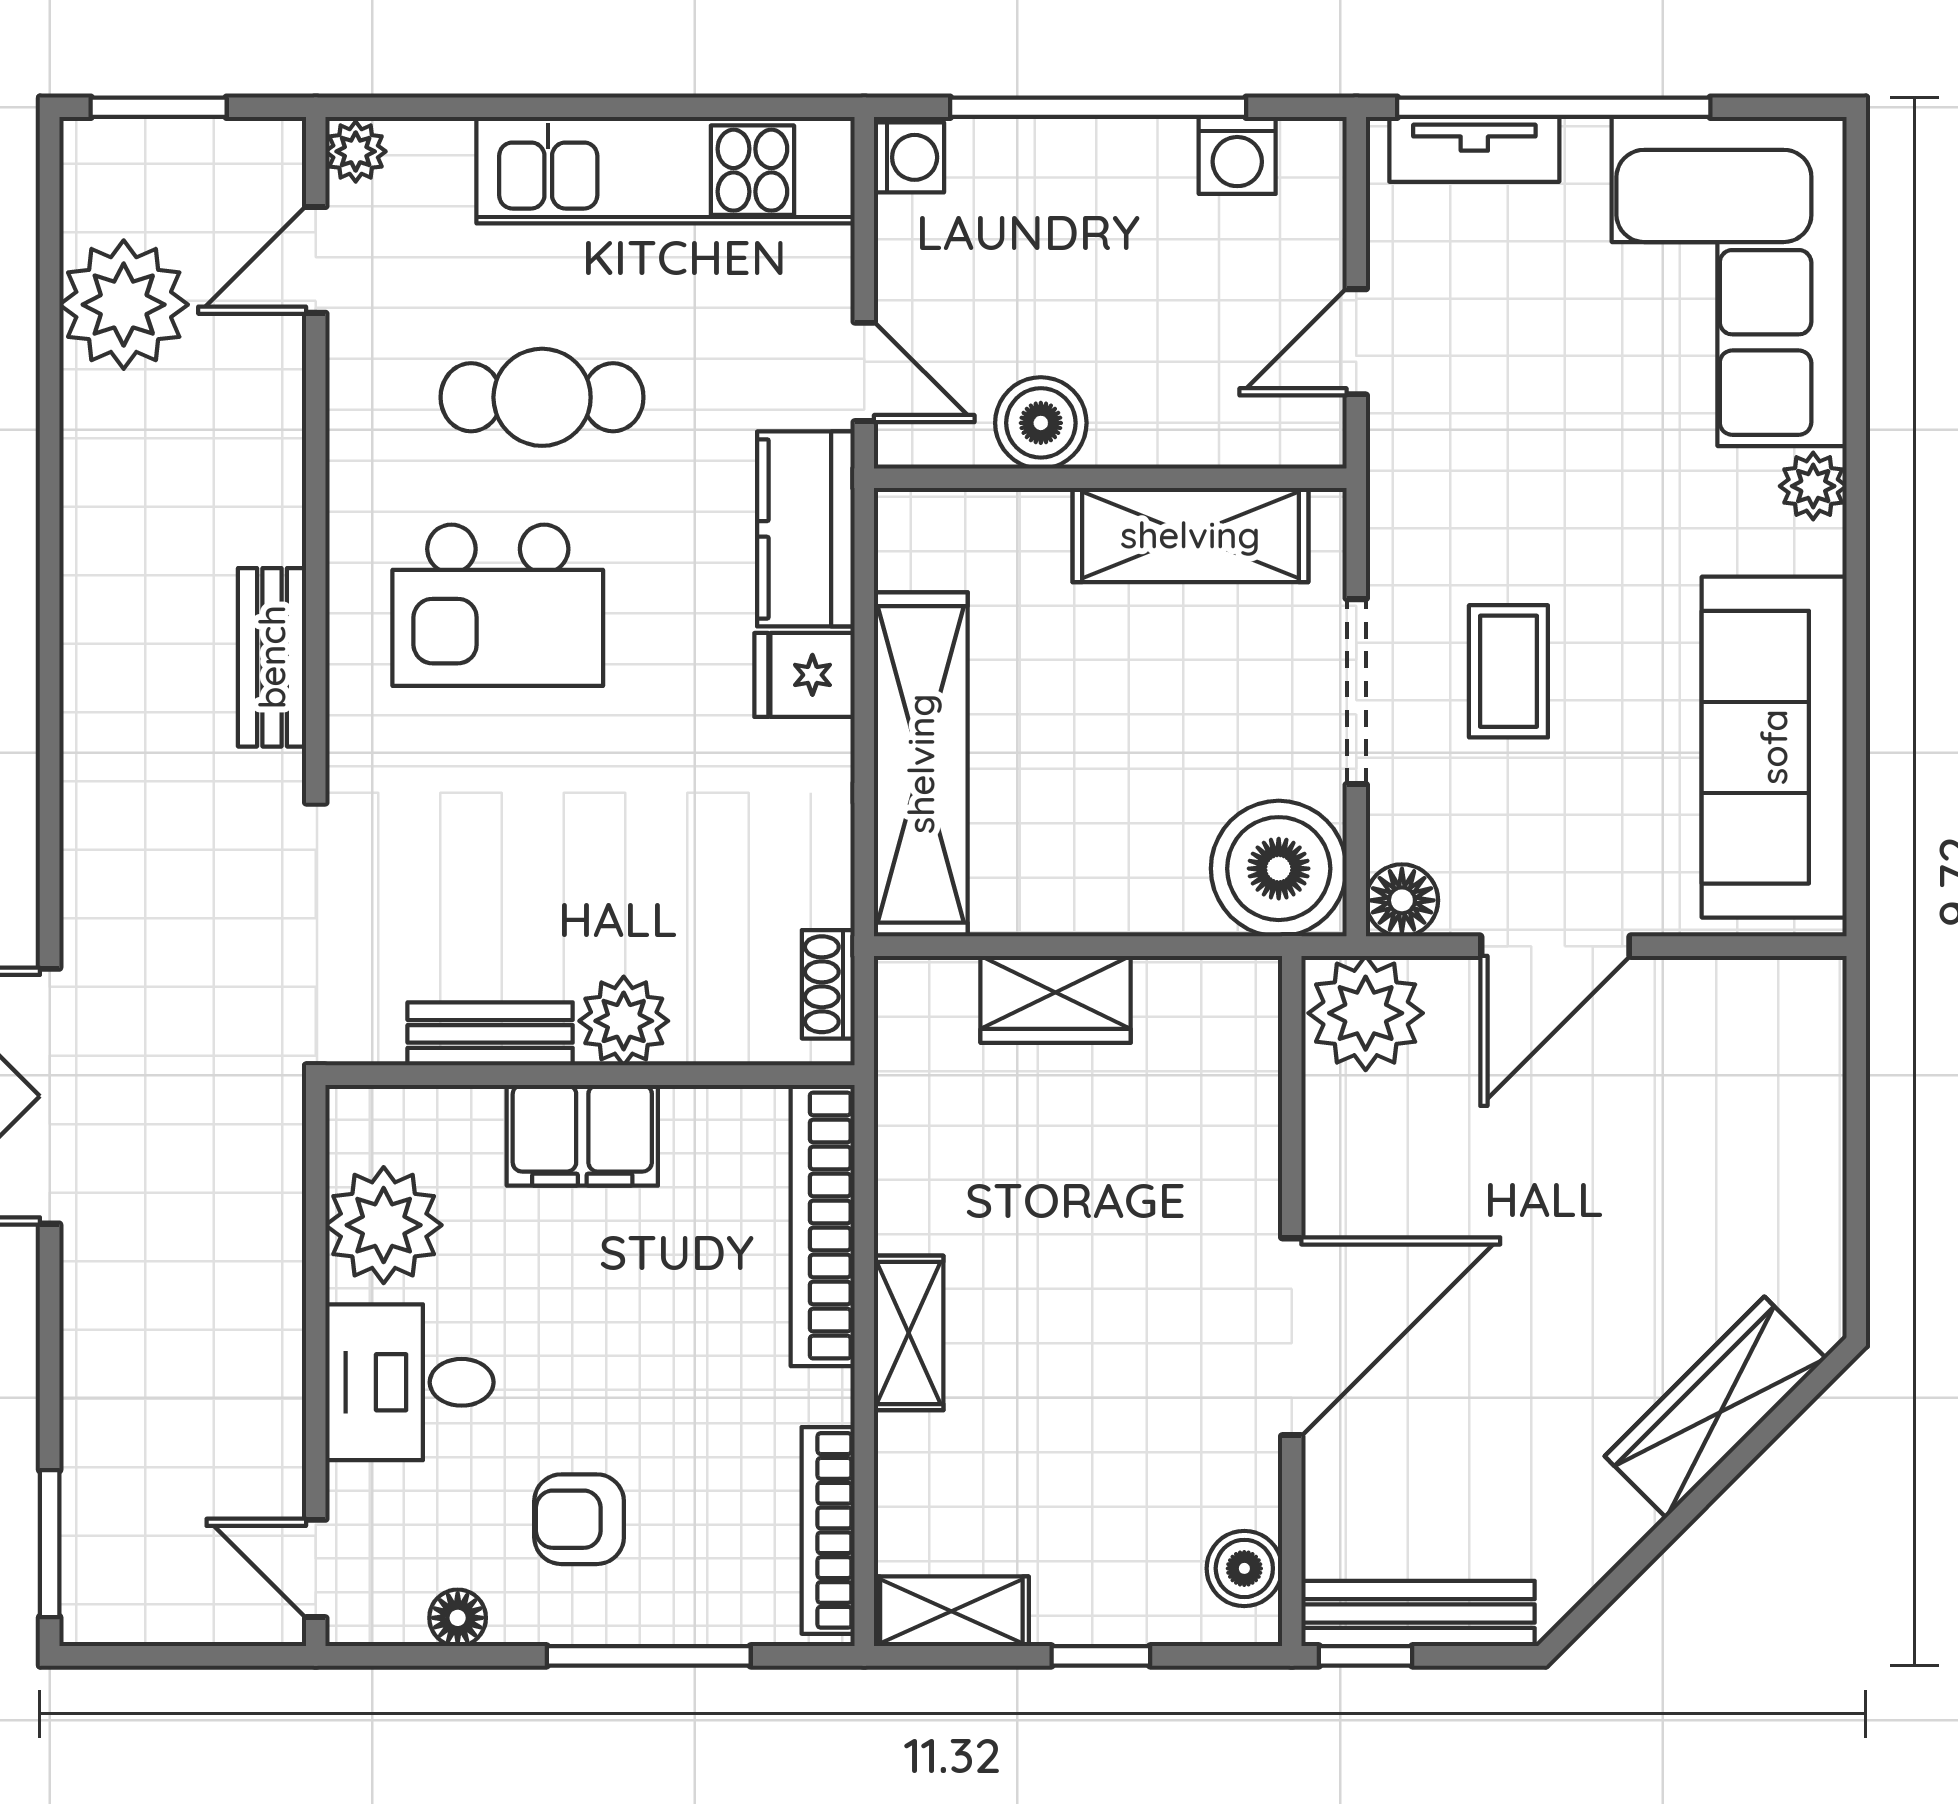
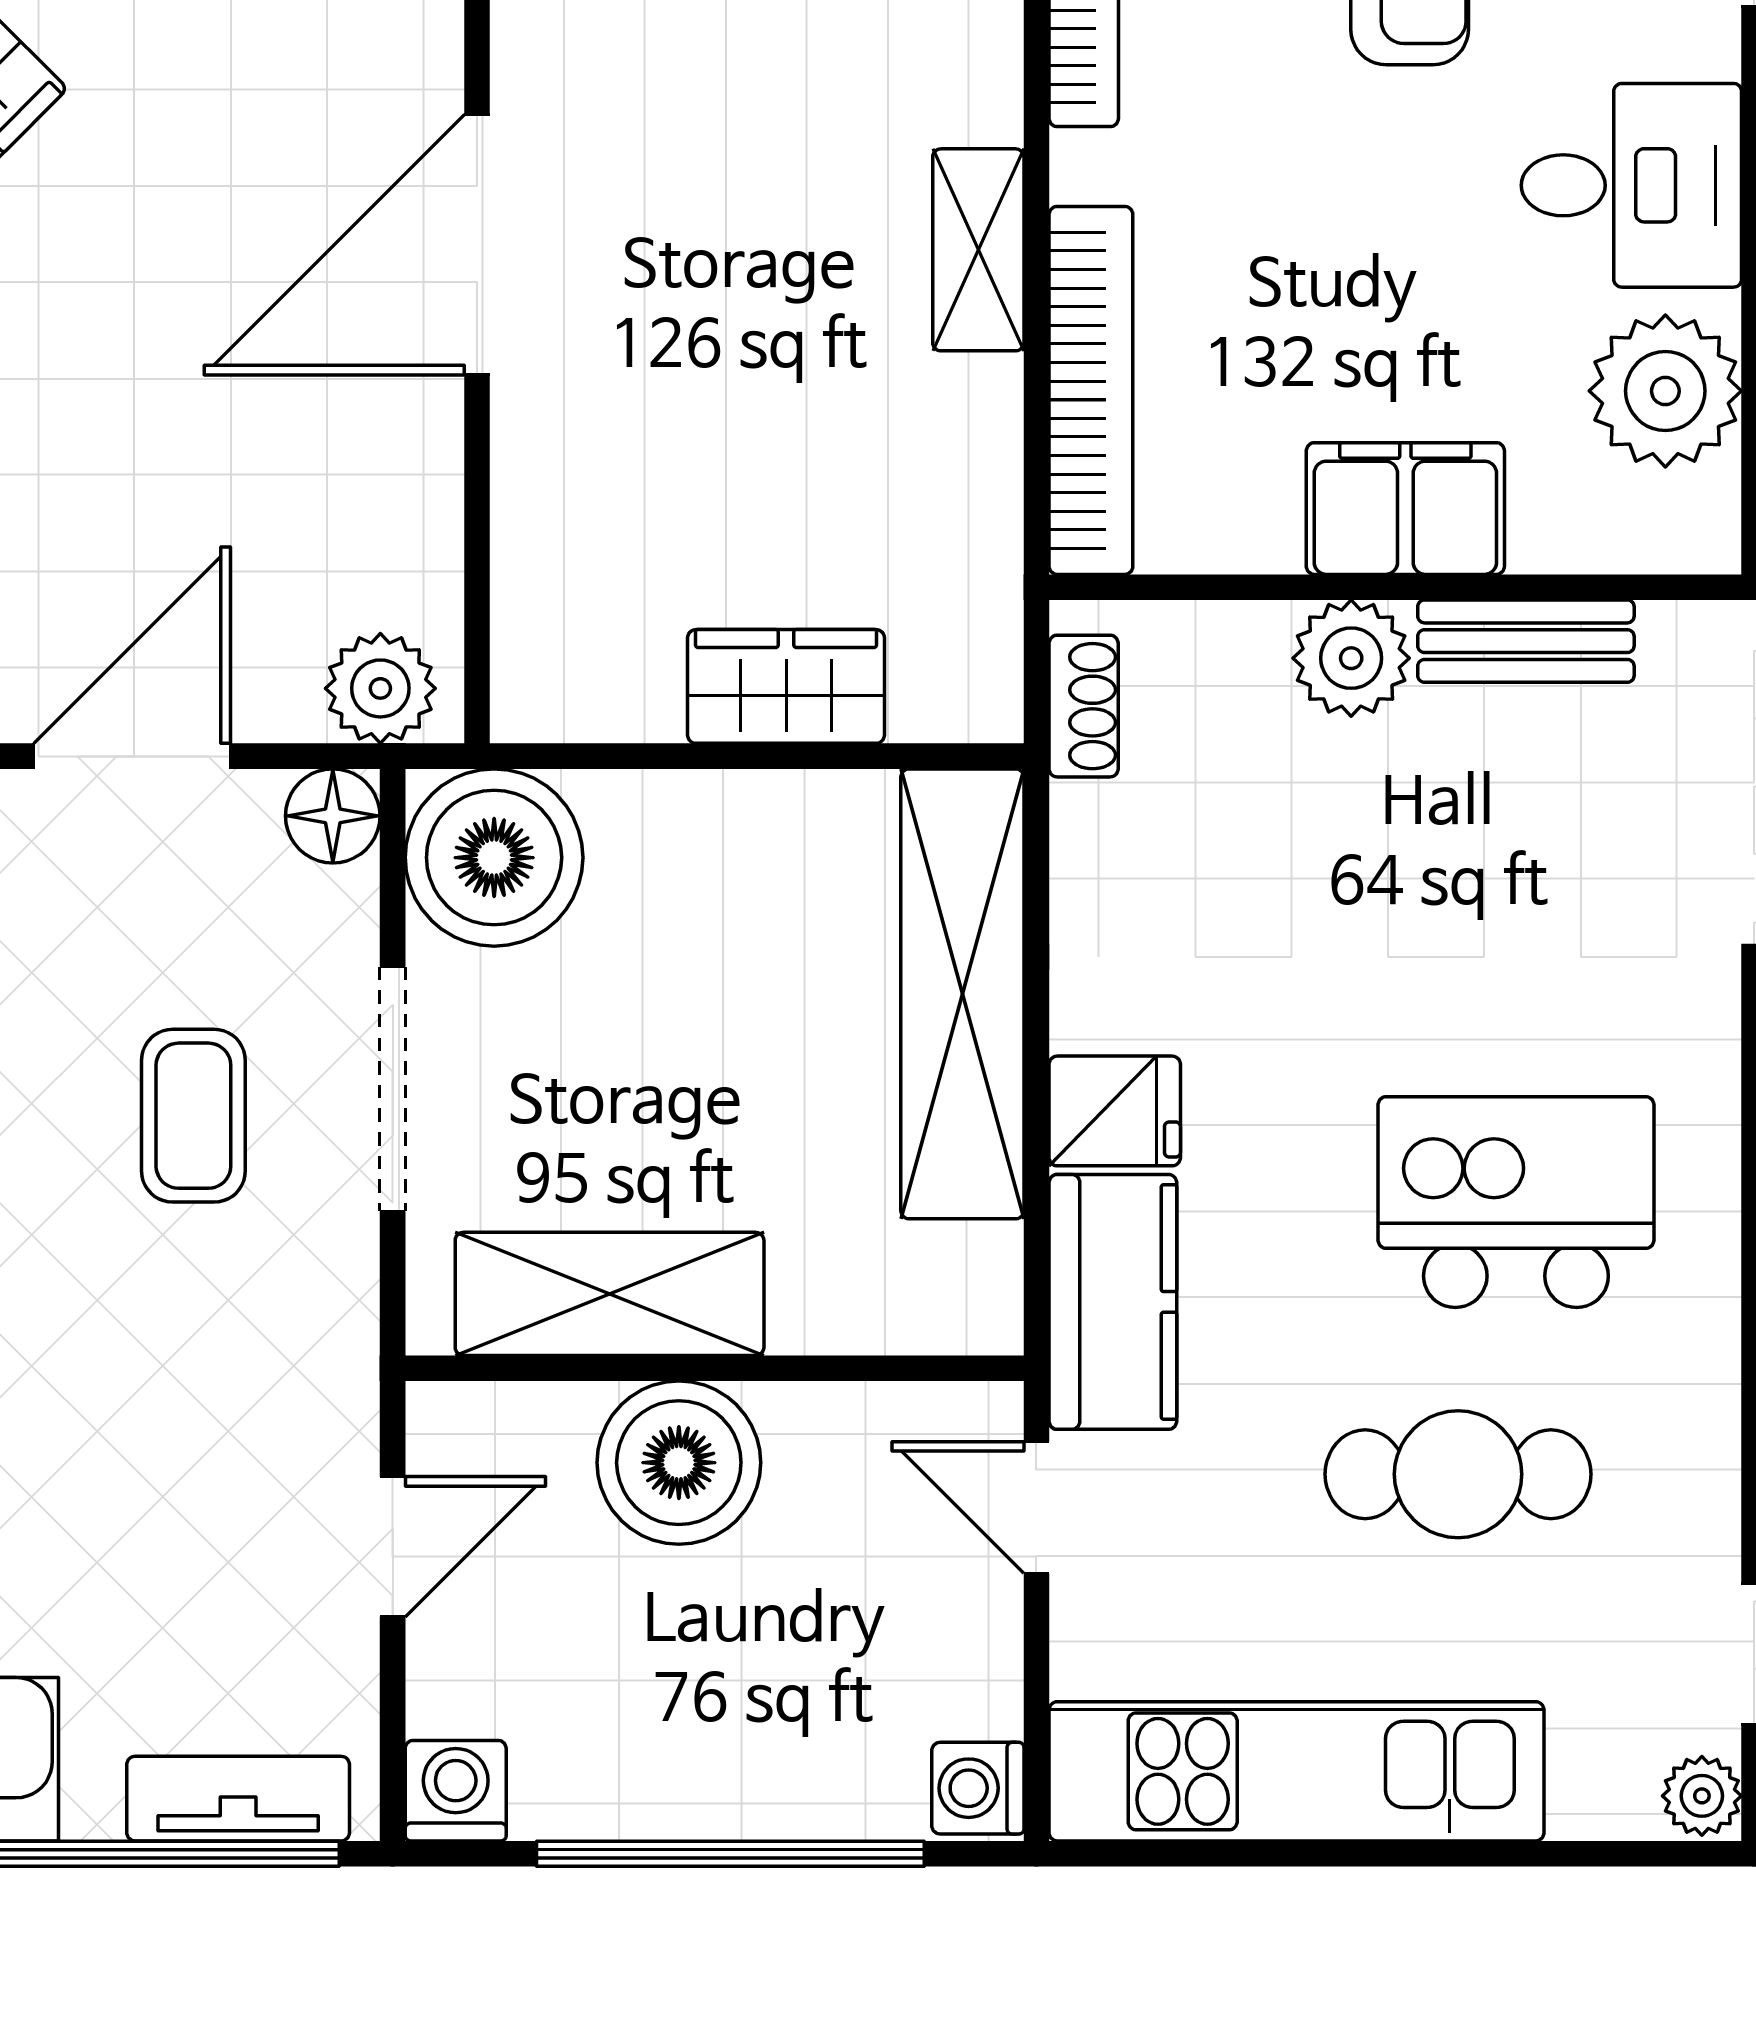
washing machine: (1237, 155) -> (456, 1791), moved
boiler: (1041, 423) -> (679, 1463), moved, width x1.37, depth x1.37
plant: (1366, 1013) -> (380, 688), width x0.73, depth x0.73

